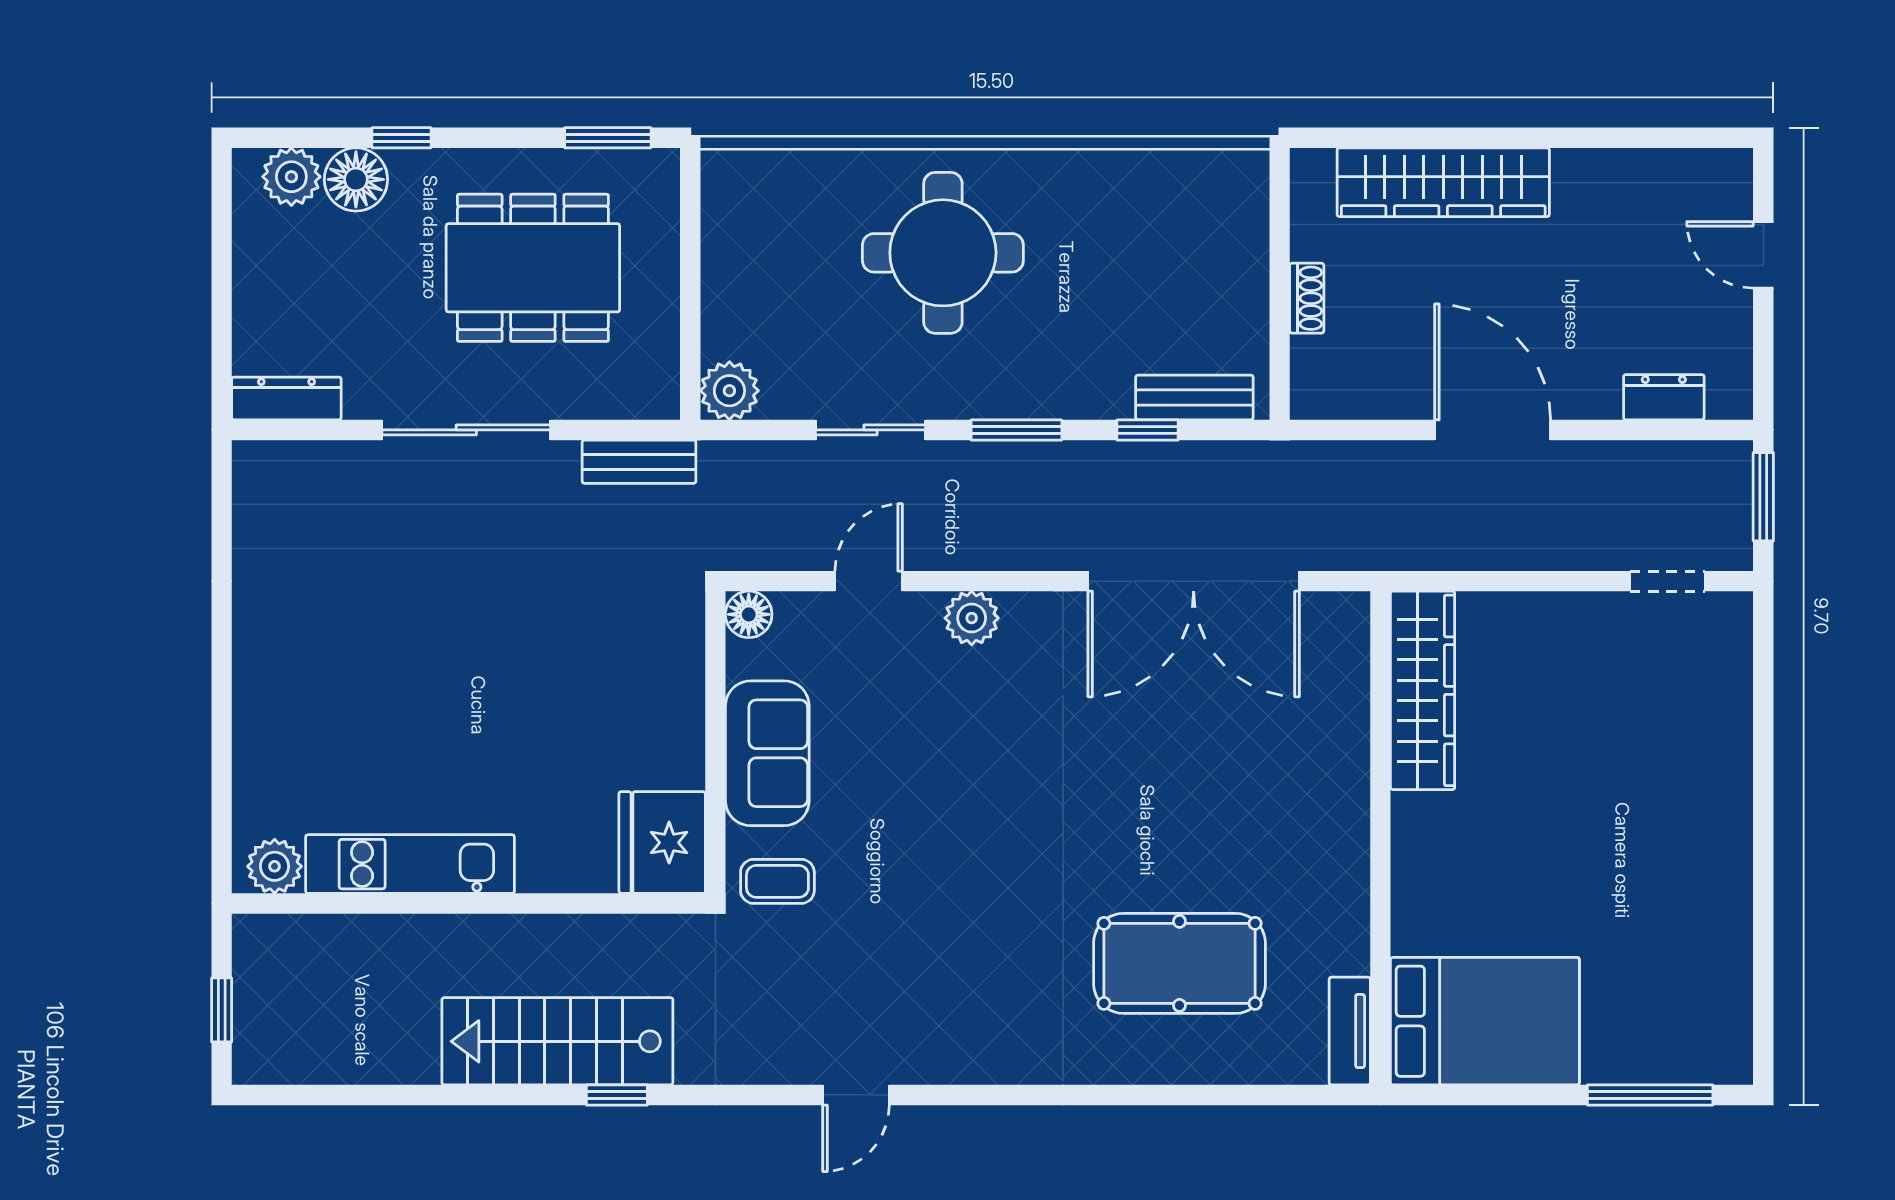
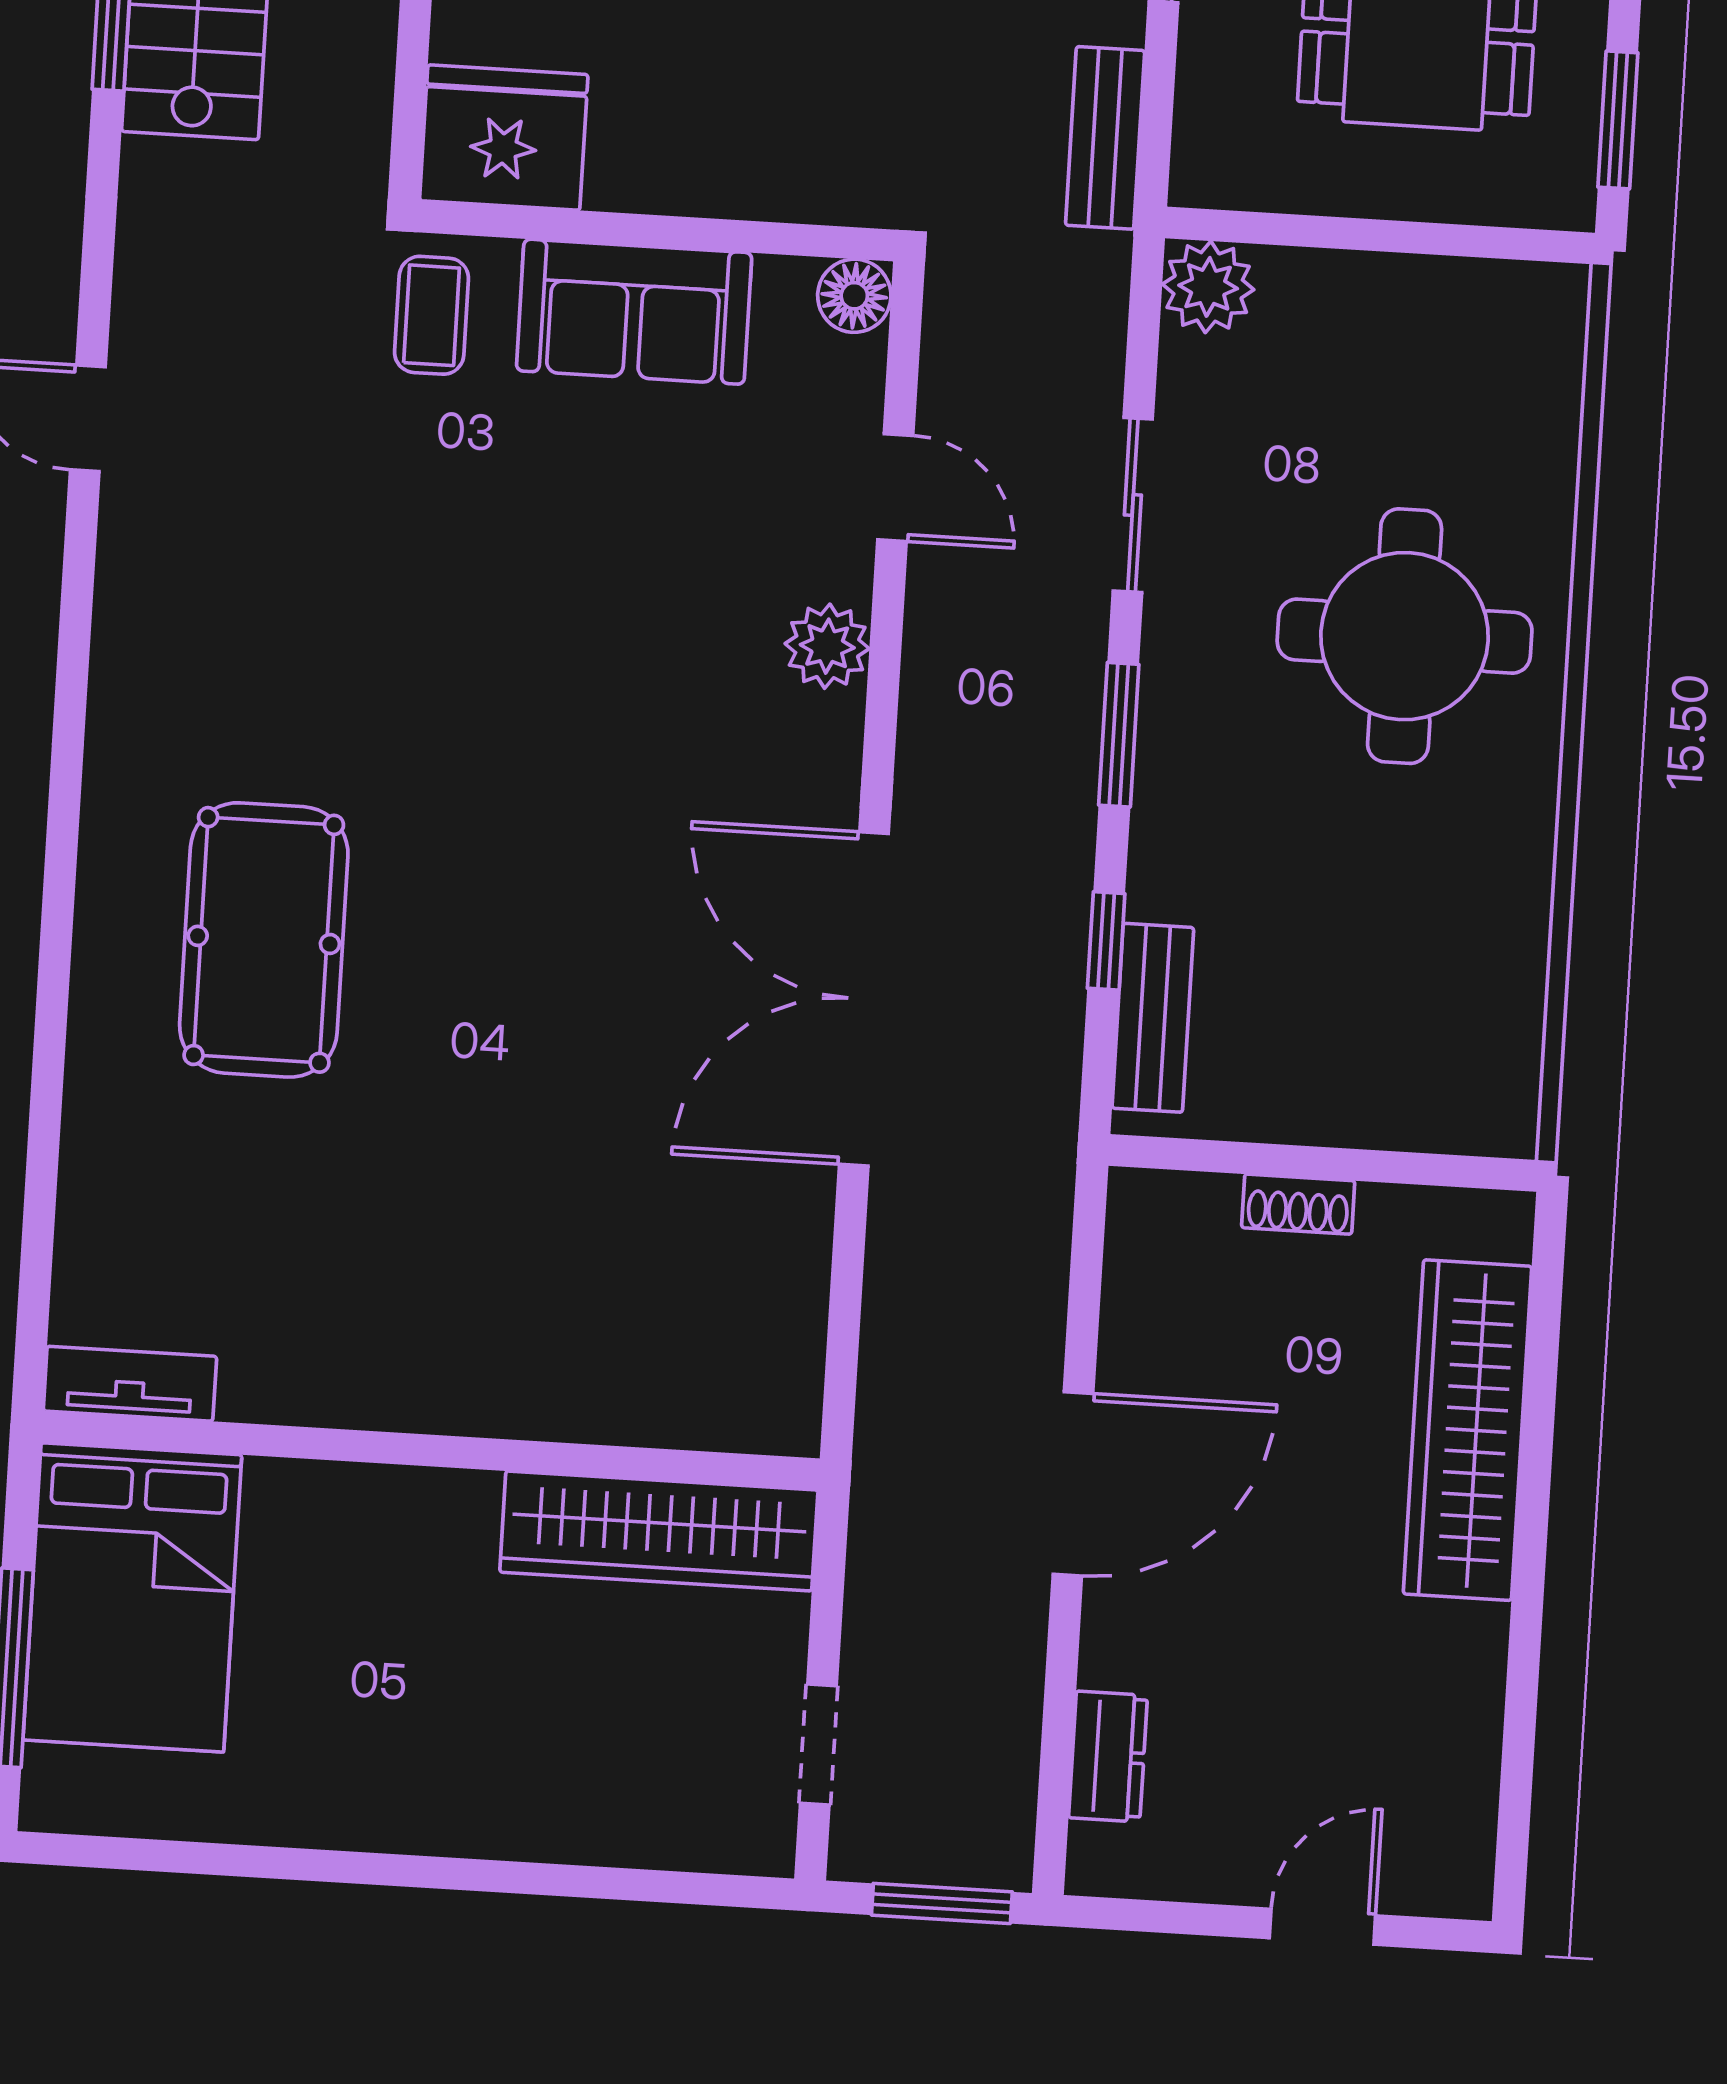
wardrobe: (1423, 690) -> (659, 1531), moved
wall: (1380, 838) -> (431, 1450), moved
bed: (1485, 1021) -> (132, 1597), moved
tv unit: (1350, 1031) -> (130, 1384), moved

